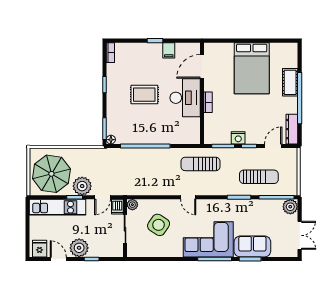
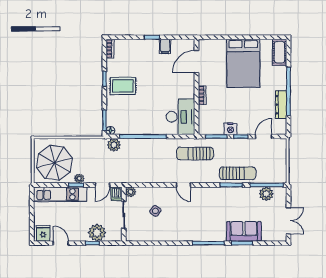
cot: (290, 82) -> (280, 52), moved
rug: (144, 95) -> (123, 86), moved
desk: (185, 98) -> (180, 117), moved
dresser: (292, 129) -> (281, 105), moved
plant: (115, 155) -> (114, 145), added
sun lounger: (259, 177) -> (238, 173), moved
plant: (82, 186) -> (79, 178), width x0.53, depth x0.53
plant: (290, 207) -> (266, 194), moved
side table: (159, 225) -> (155, 211), width x0.54, depth x0.54
corner sofa: (208, 239) -> (202, 225), removed
plant: (79, 248) -> (97, 233), moved

